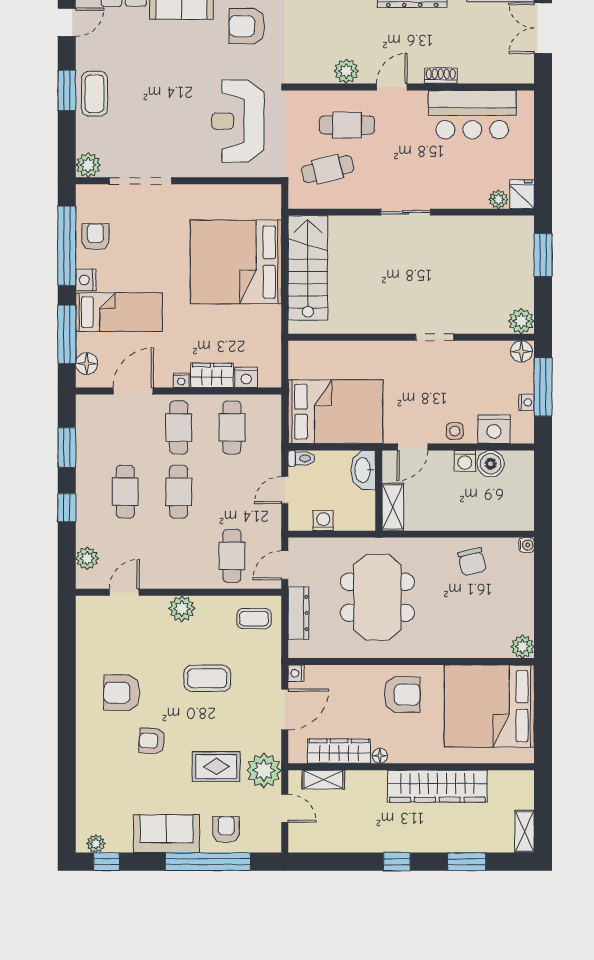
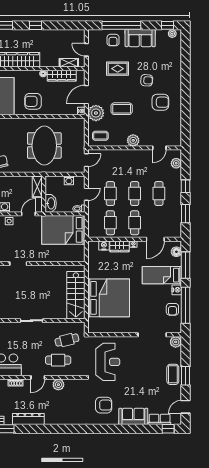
cafe table: (232, 556) -> (110, 194), moved
dresser: (298, 613) -> (80, 138), removed
plant: (264, 770) -> (96, 113), moved

